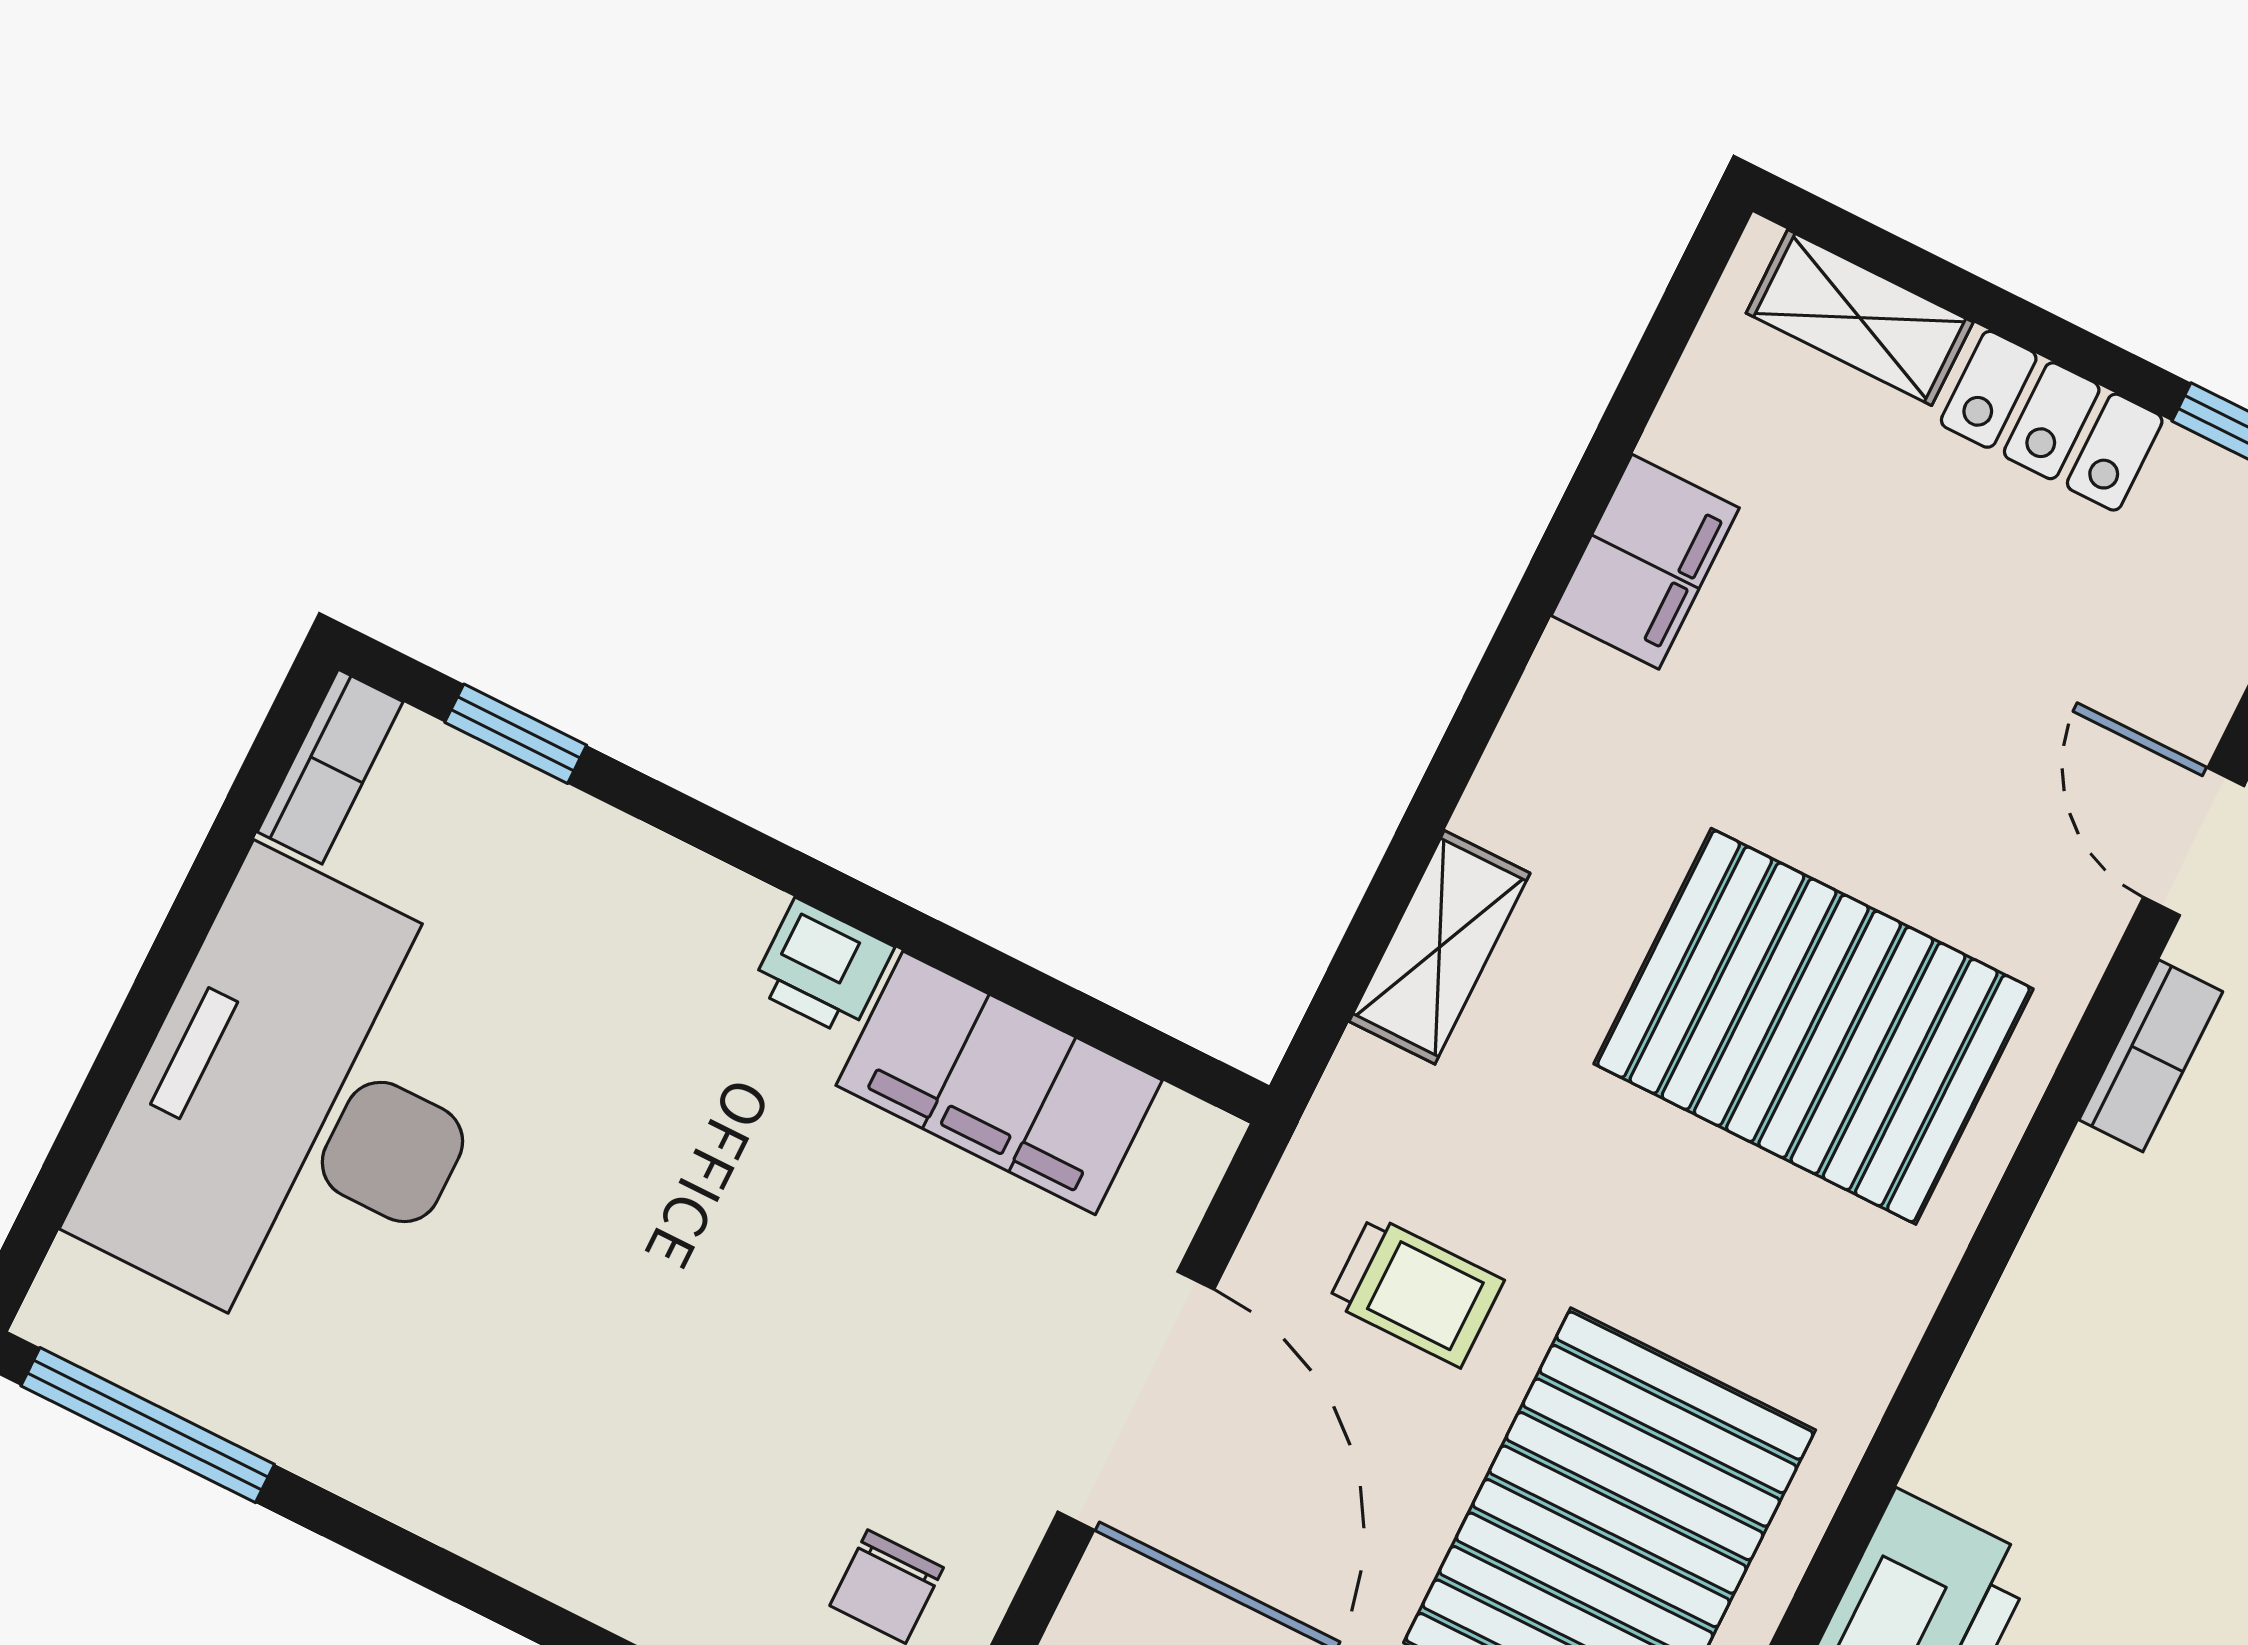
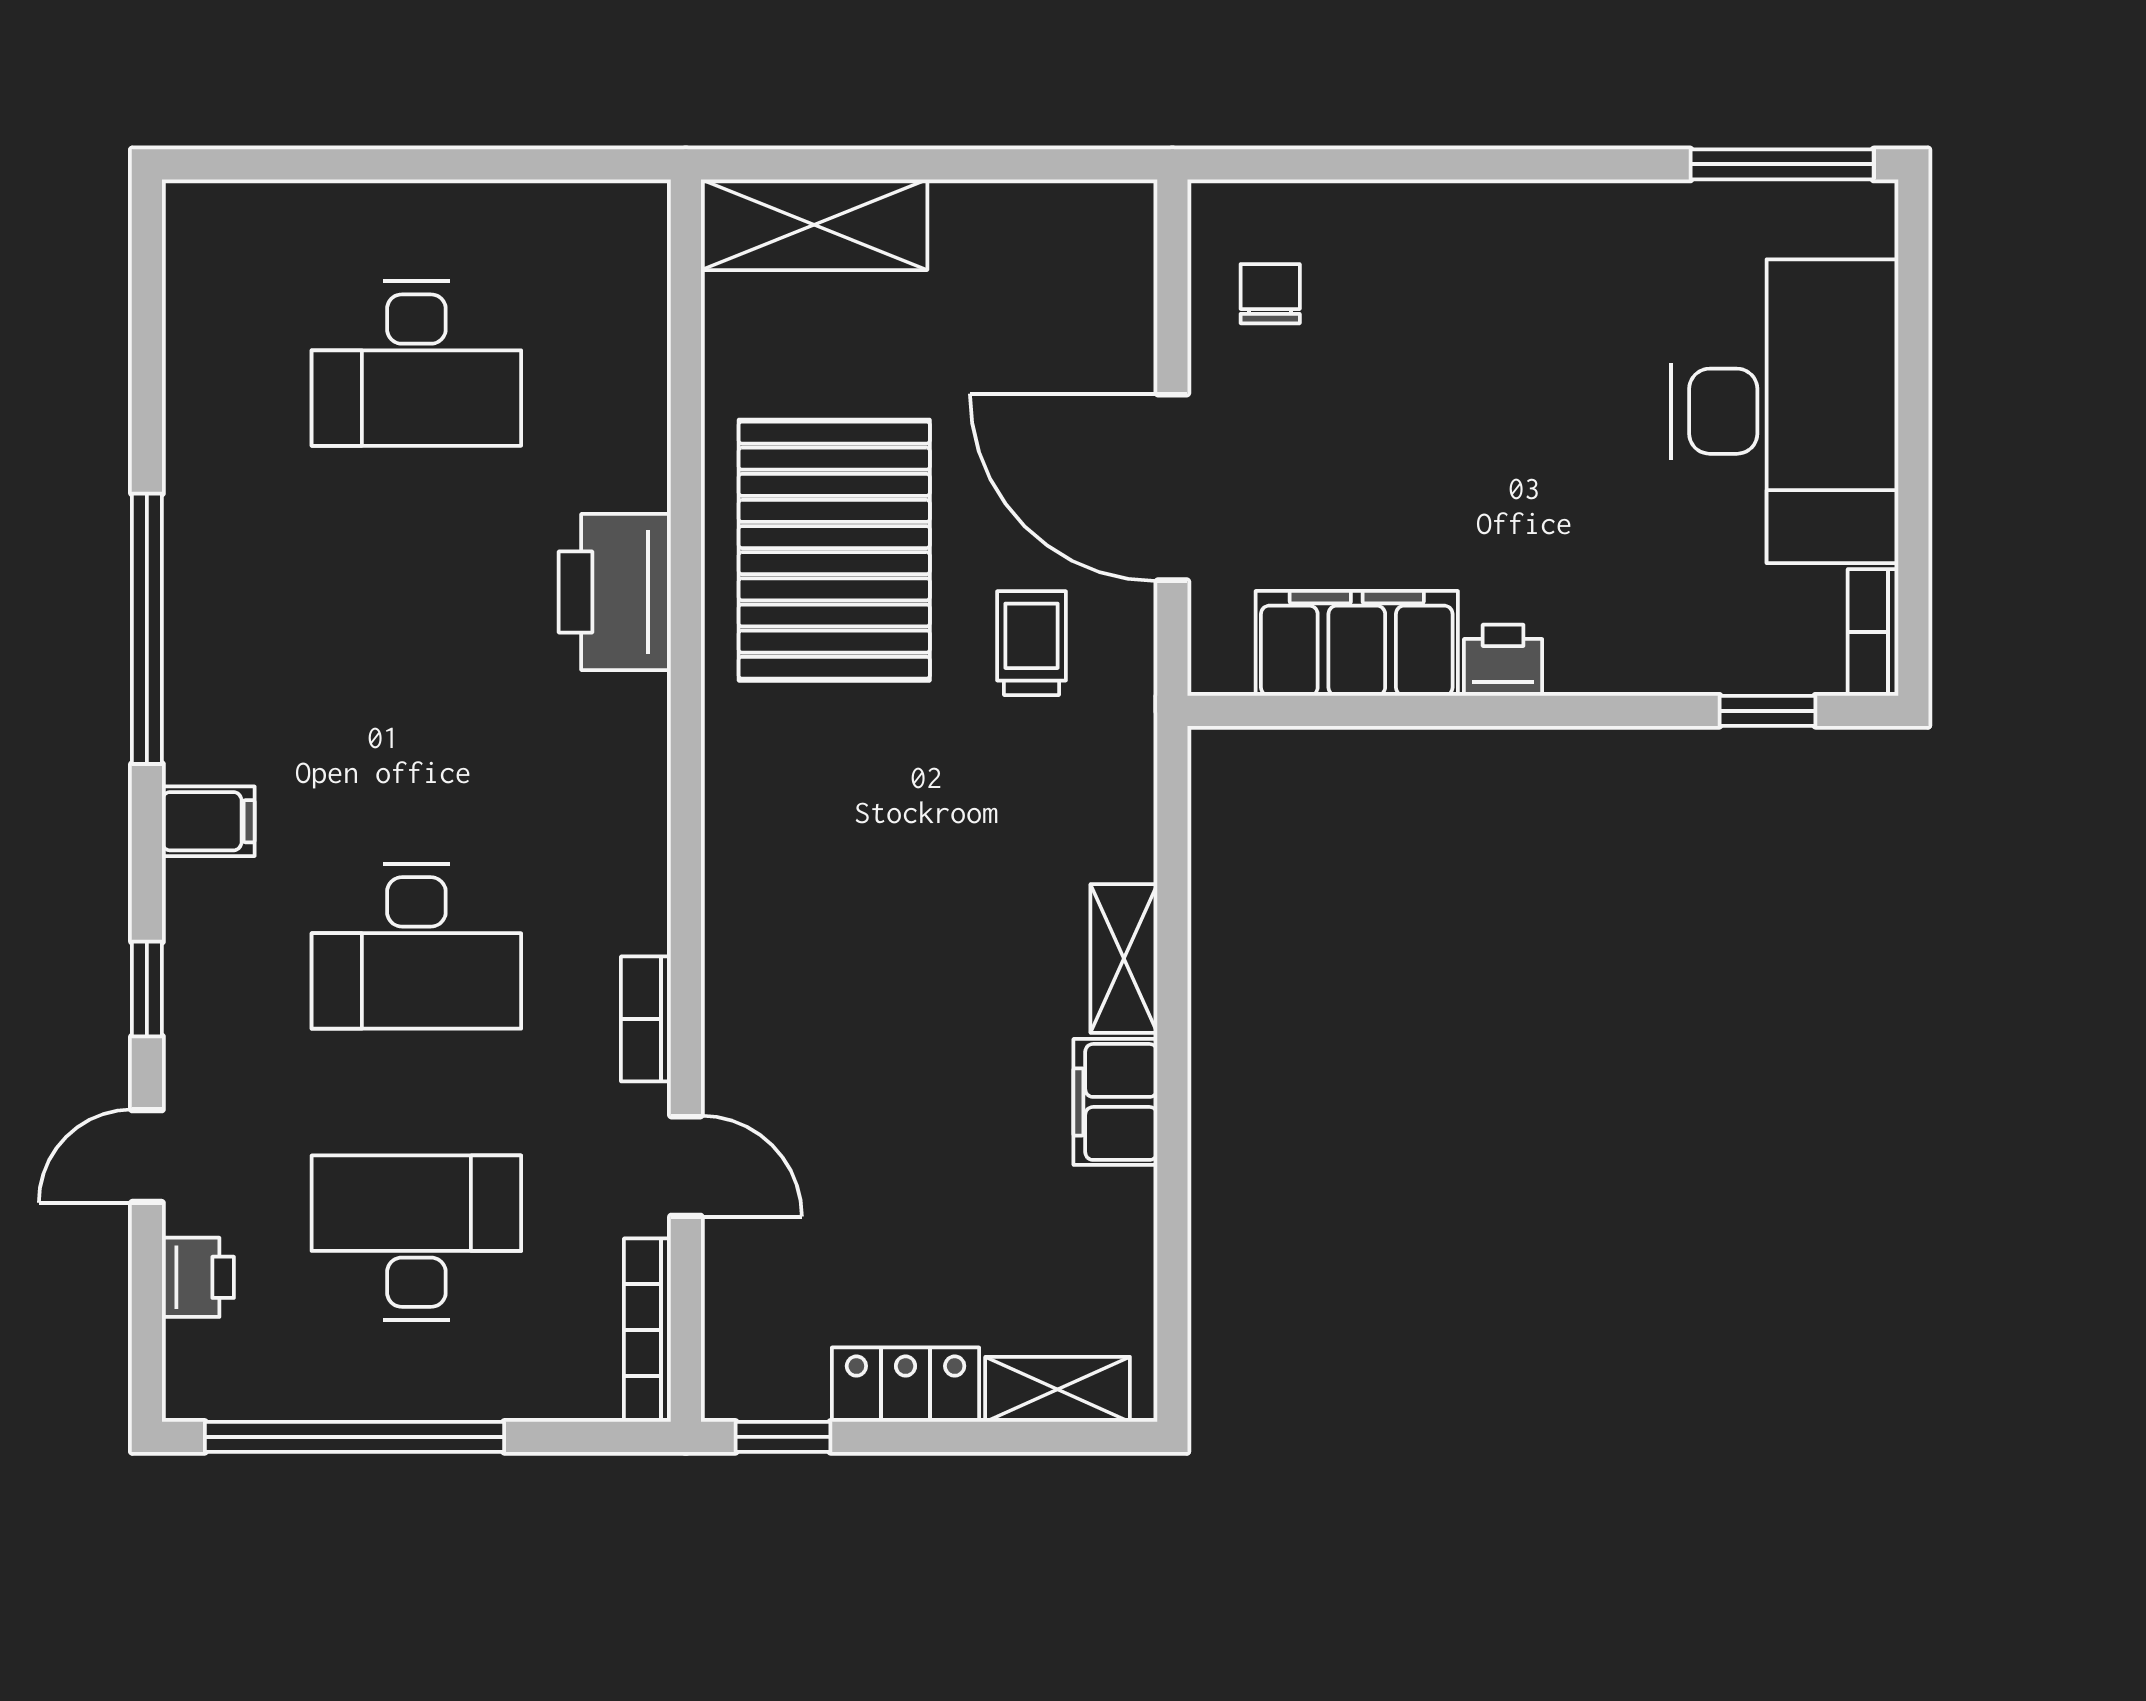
filing cabinet: (1645, 562) -> (1115, 1102), moved
shelving: (1440, 947) -> (1124, 959), moved
pallet: (1814, 1026) -> (866, 932), removed
trolley: (1416, 1291) -> (1032, 643), turned 90

